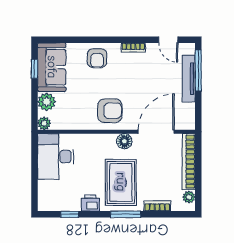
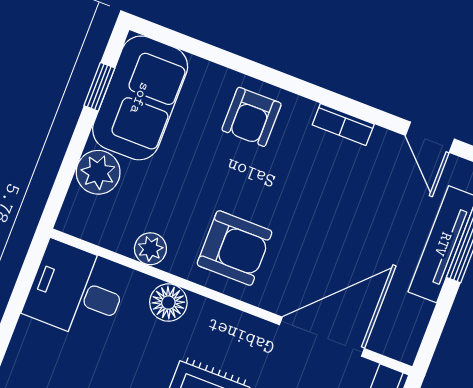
plant: (44, 123) -> (150, 249), moved
floor lamp: (124, 141) -> (168, 303), moved
desk: (56, 157) -> (76, 291), width x0.73

